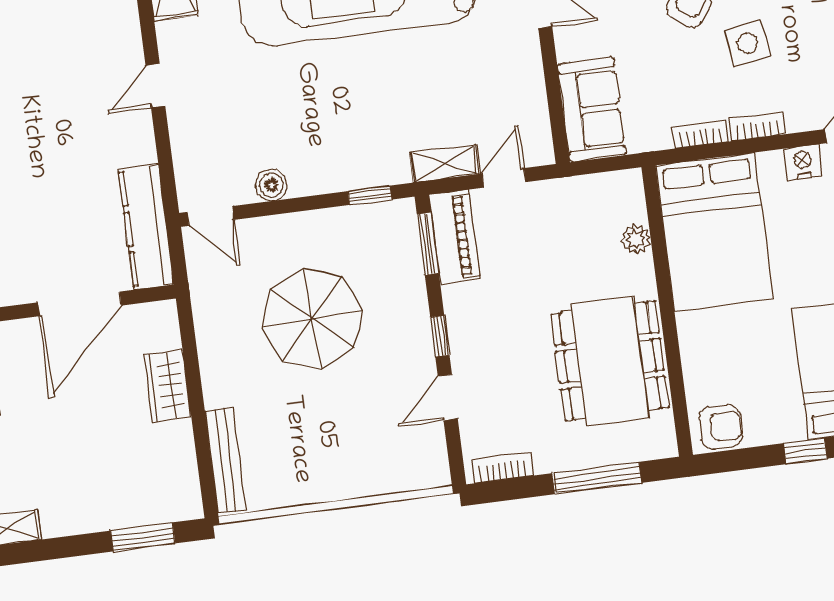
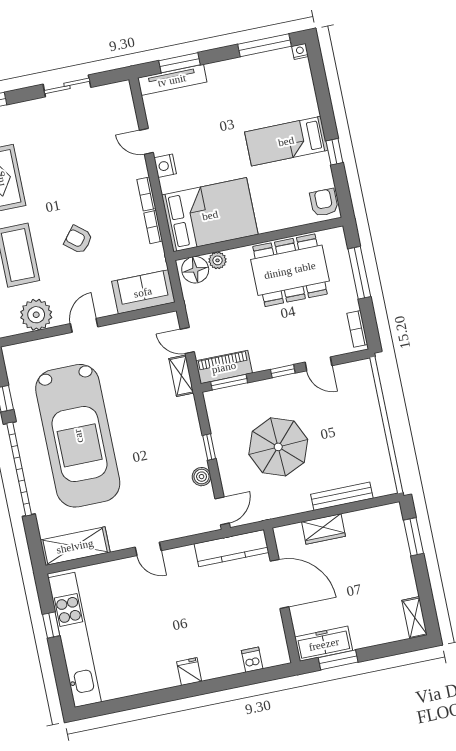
side table: (748, 43) -> (98, 203), removed
window: (370, 195) -> (209, 447), moved
floor lamp: (623, 200) -> (195, 270), added
bench: (226, 460) -> (342, 496), moved

